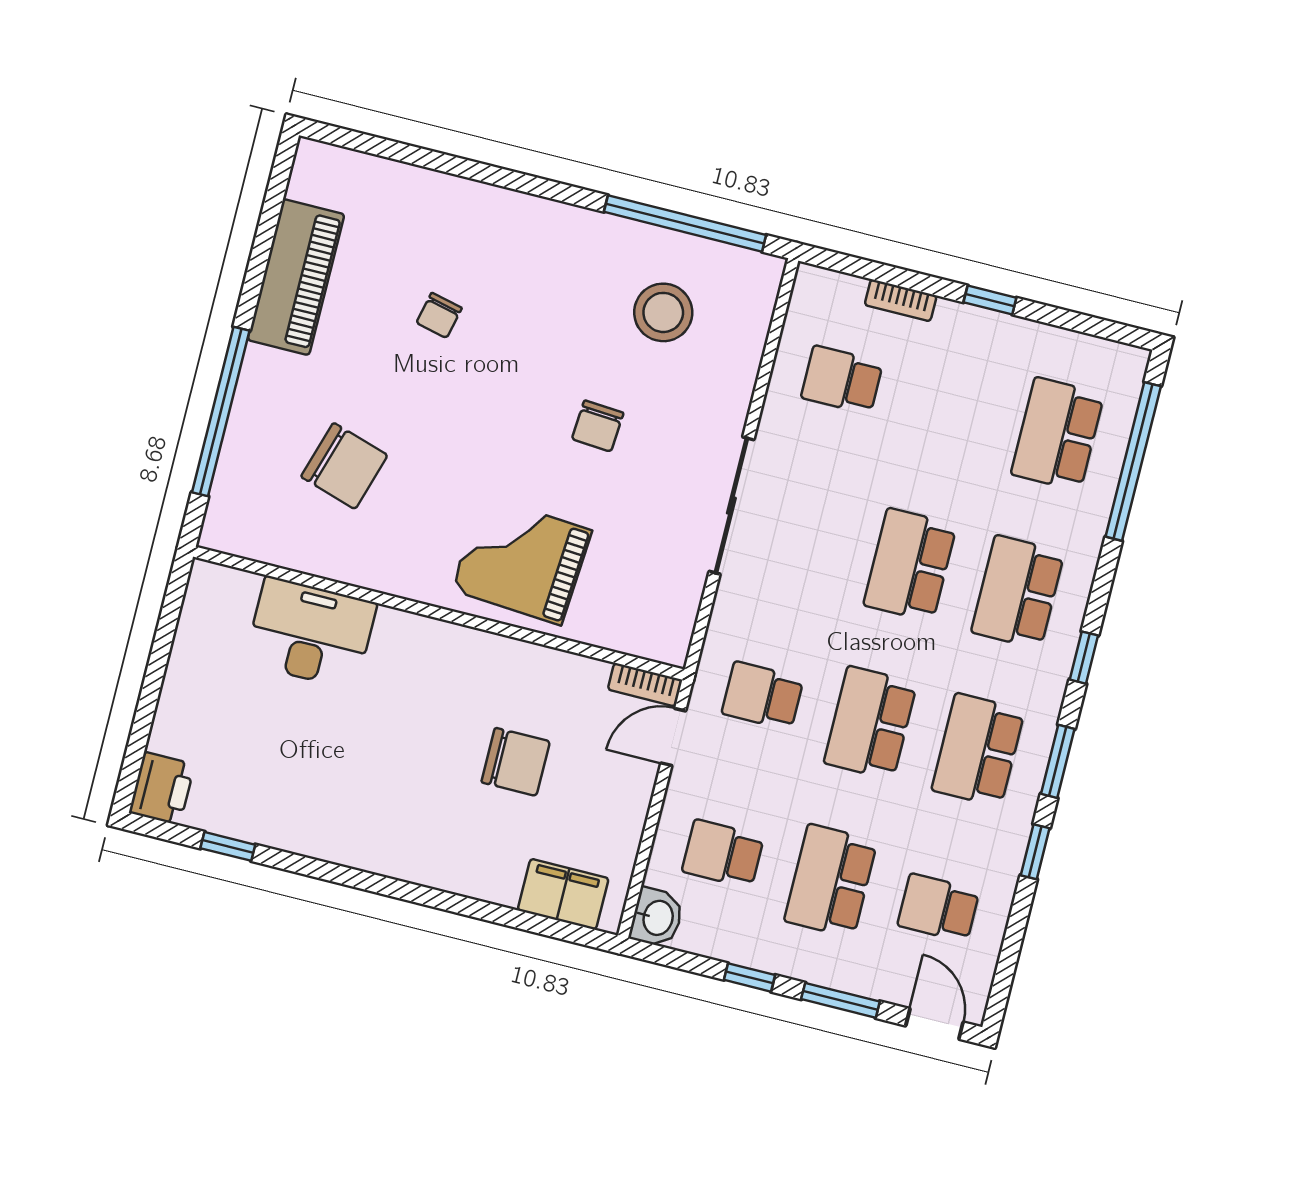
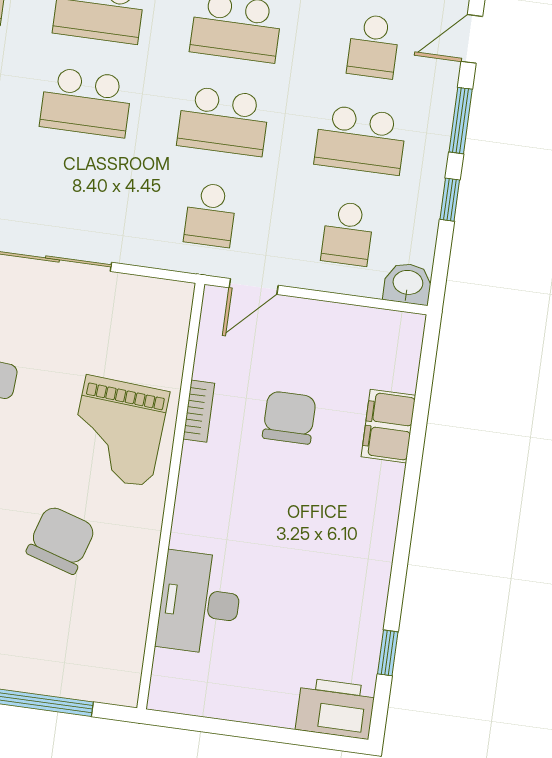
chair: (344, 466) -> (61, 540), moved
bookcase: (645, 685) -> (199, 411), moved
door: (673, 737) -> (254, 286), hinge flipped
printer: (162, 788) -> (335, 708), width x1.37, depth x1.19
filing cabinet: (563, 894) -> (388, 426), moved

